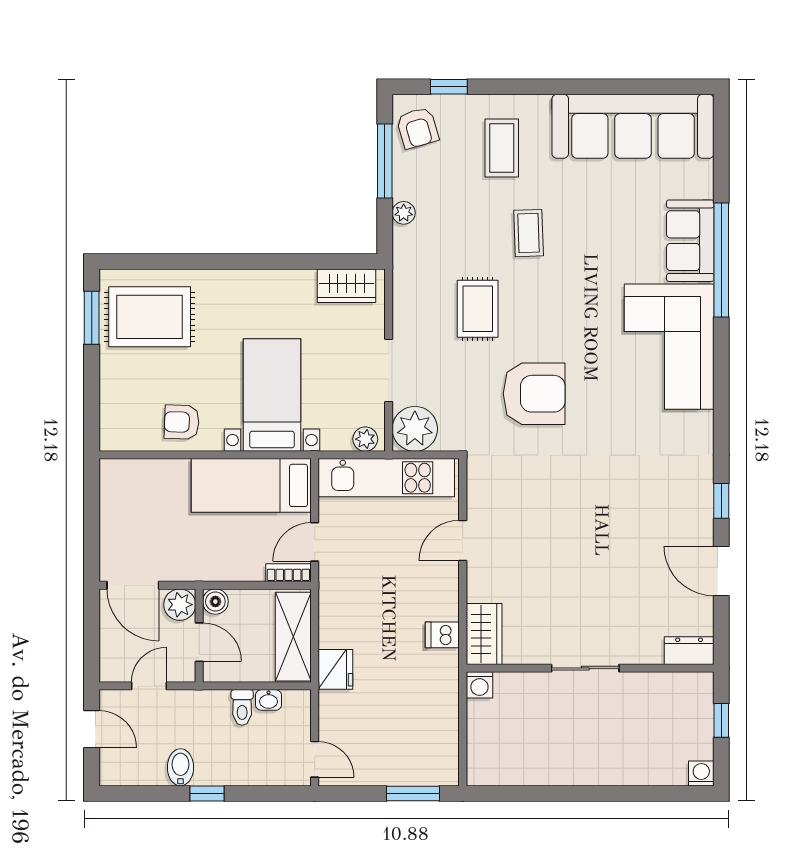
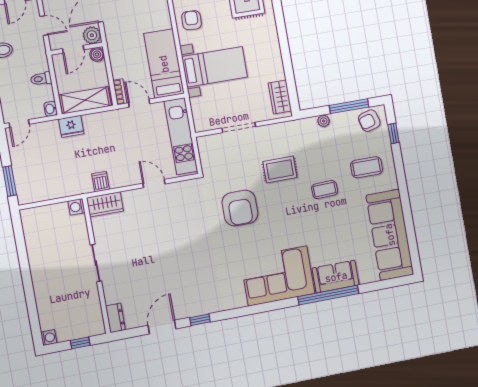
plant: (415, 429) -> (210, 147), removed
plant: (365, 439) -> (200, 121), removed
washbasin: (268, 700) -> (51, 109), moved

